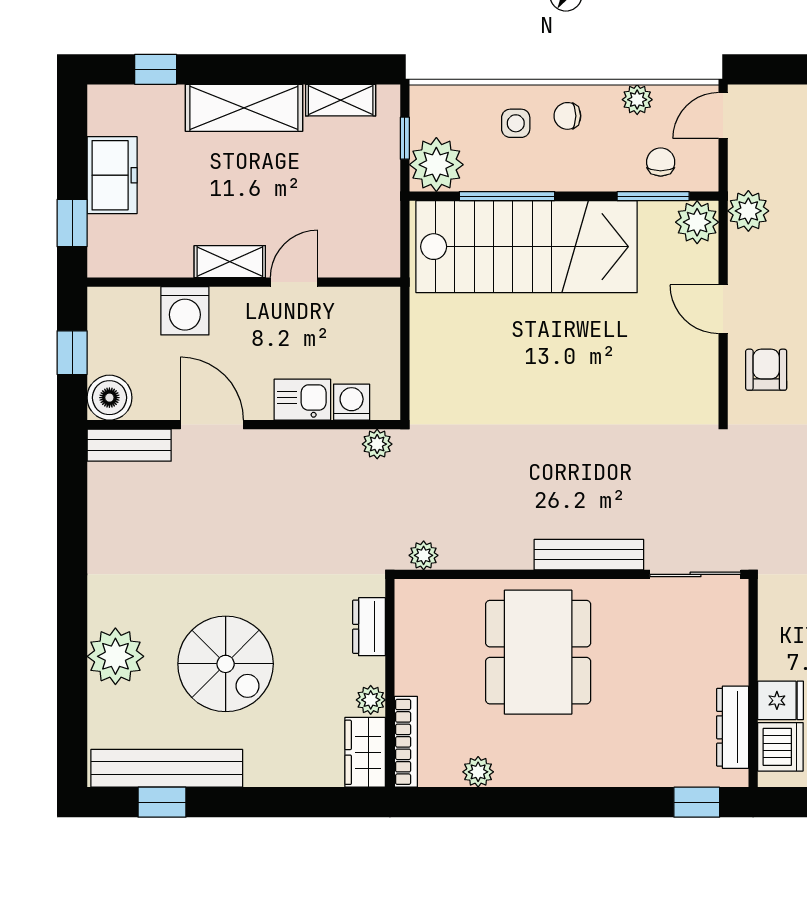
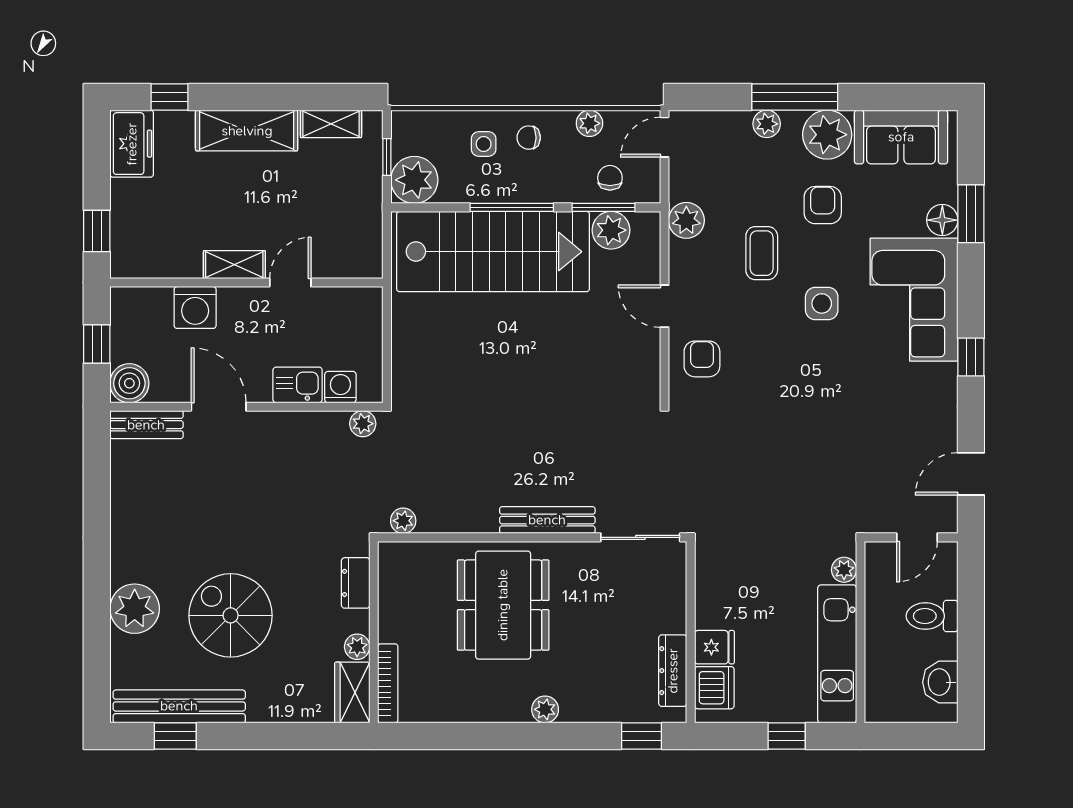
freezer: (112, 175) -> (132, 144), moved
window: (507, 196) -> (512, 207), moved
plant: (697, 222) -> (611, 230), moved
spiral stairs: (226, 664) -> (231, 615), turned 180
plant: (478, 772) -> (545, 709), moved

